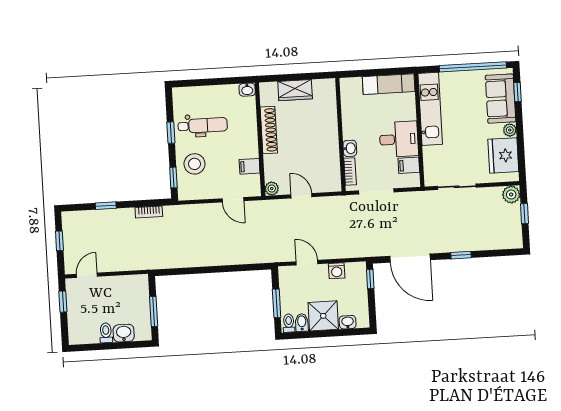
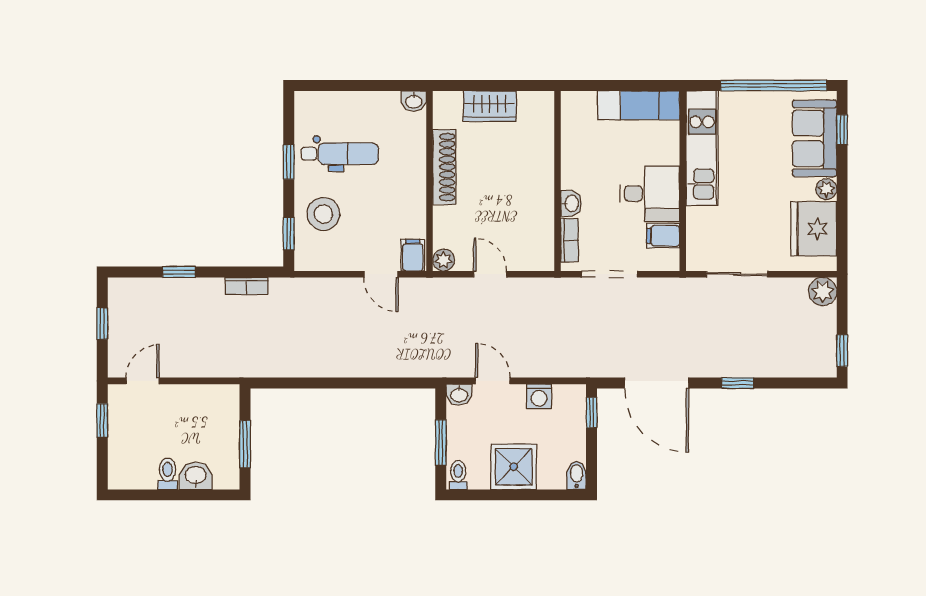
filing cabinet: (250, 166) -> (413, 255), moved, turned 90
window: (525, 214) -> (842, 351), moved
washbasin: (348, 322) -> (459, 395), moved, turned 180
bidet: (302, 323) -> (577, 475), moved

